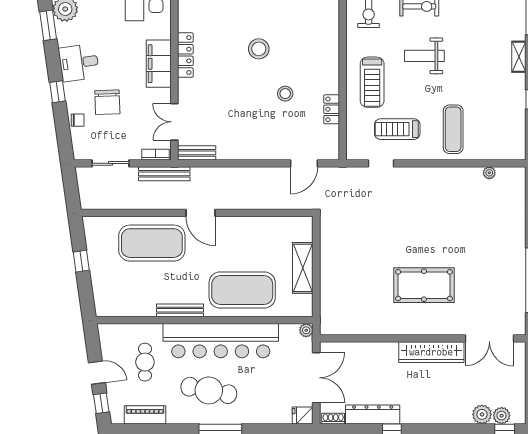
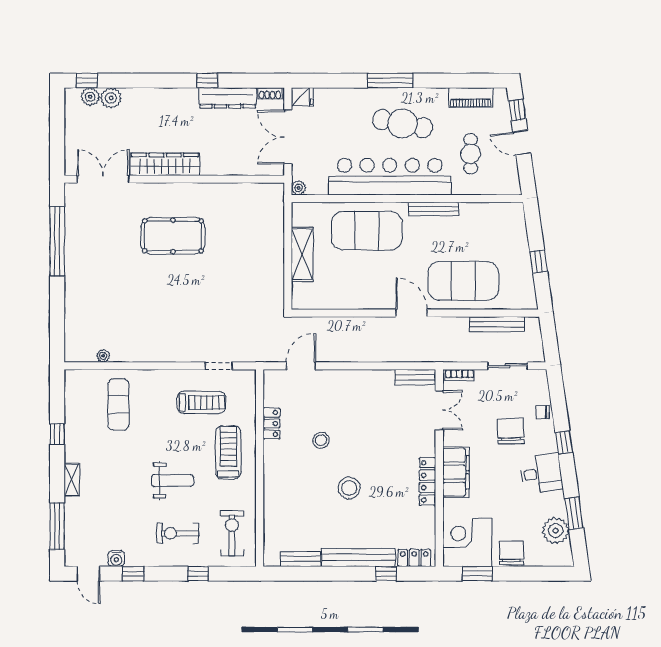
exercise mat: (453, 129) -> (118, 405), moved
bench: (164, 174) -> (497, 324), moved

